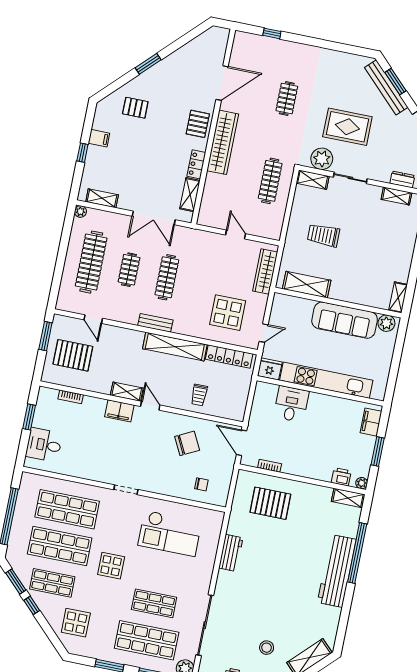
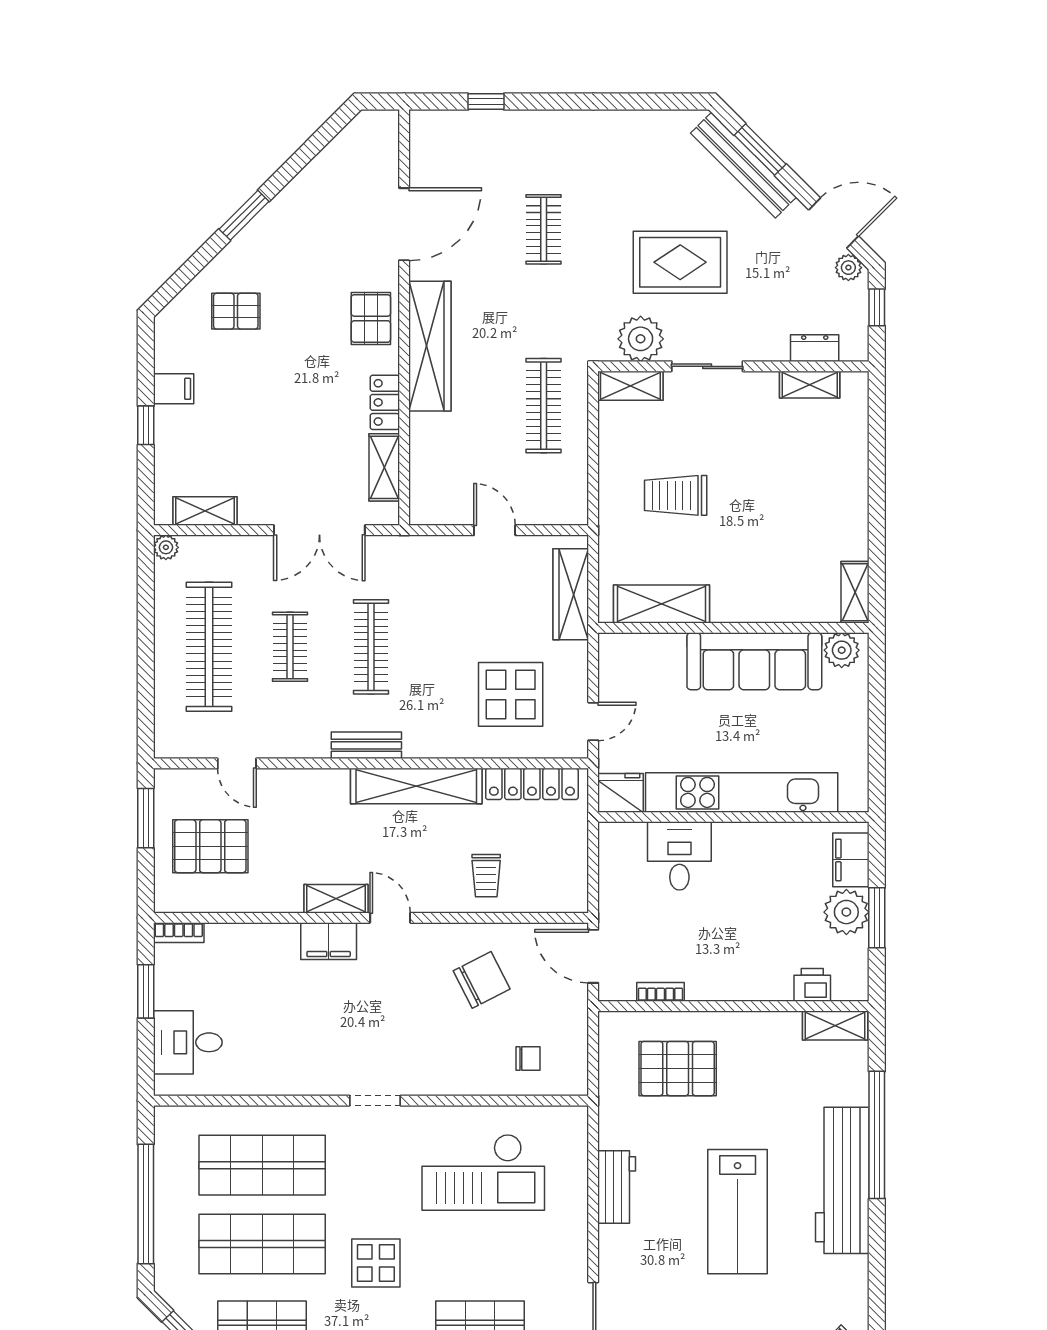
bookcase: (71, 397) -> (179, 933), moved
plant: (362, 483) -> (846, 912), moved, width x1.87, depth x1.87
lab bench: (285, 576) -> (738, 1212), added

